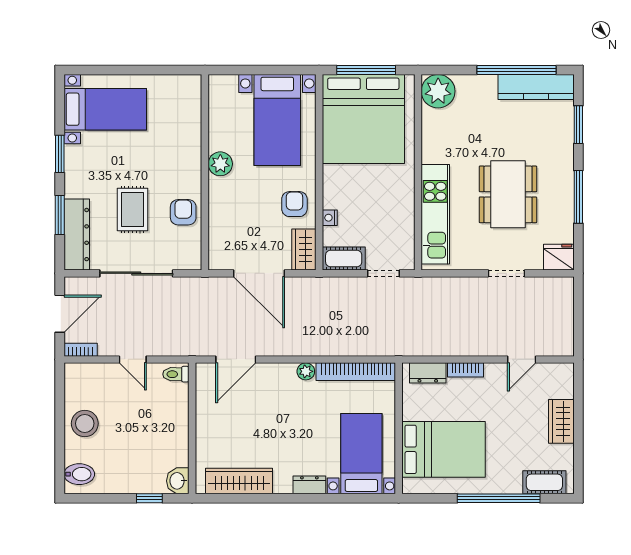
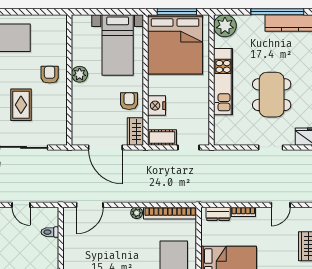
armchair: (183, 212) -> (50, 75), moved
kitchen unit: (435, 214) -> (223, 82), moved
nightstand: (330, 218) -> (156, 106), width x1.89, depth x1.79
toilet: (176, 374) -> (50, 232), moved

